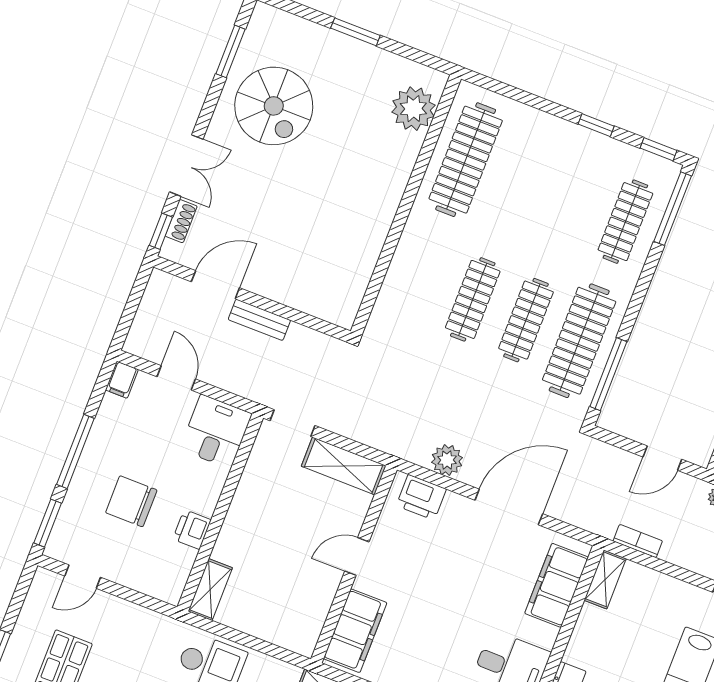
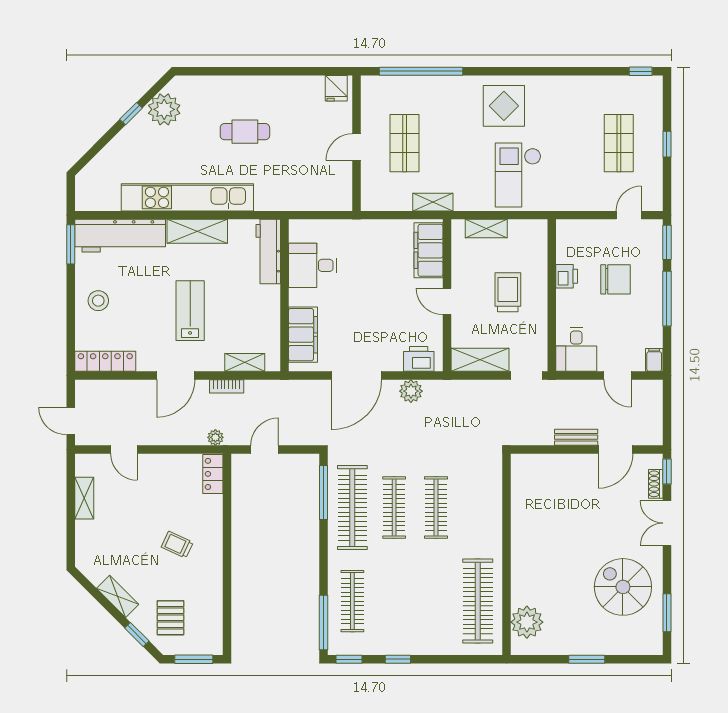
trolley: (275, 538) -> (508, 292), added
bookcase: (638, 541) -> (227, 386), moved
door: (357, 557) -> (447, 301), swing flipped
shelving: (605, 579) -> (245, 362), moved, turned 90
shelving: (210, 590) -> (486, 229), moved, turned 90

